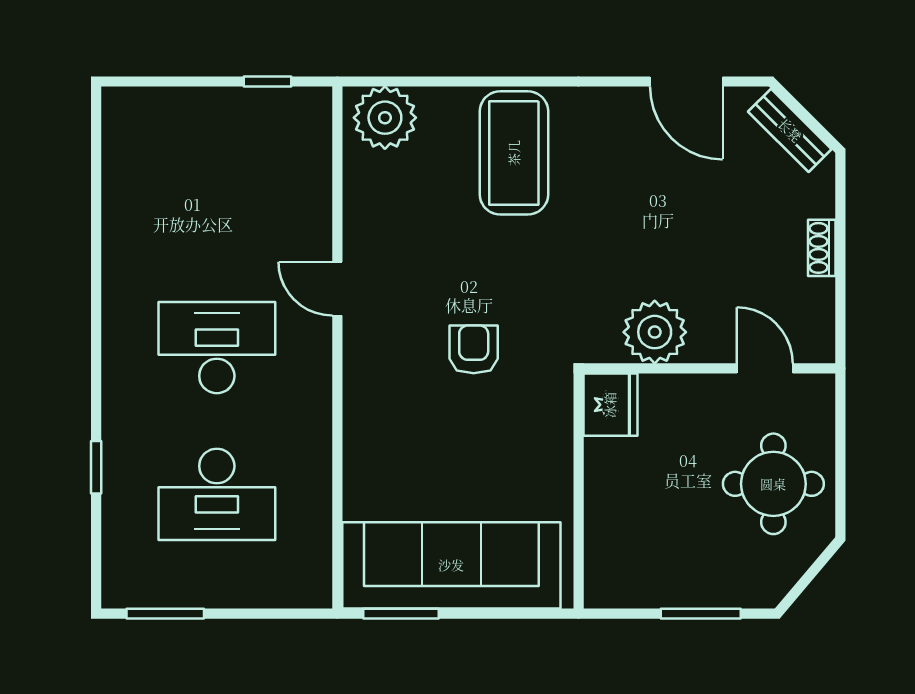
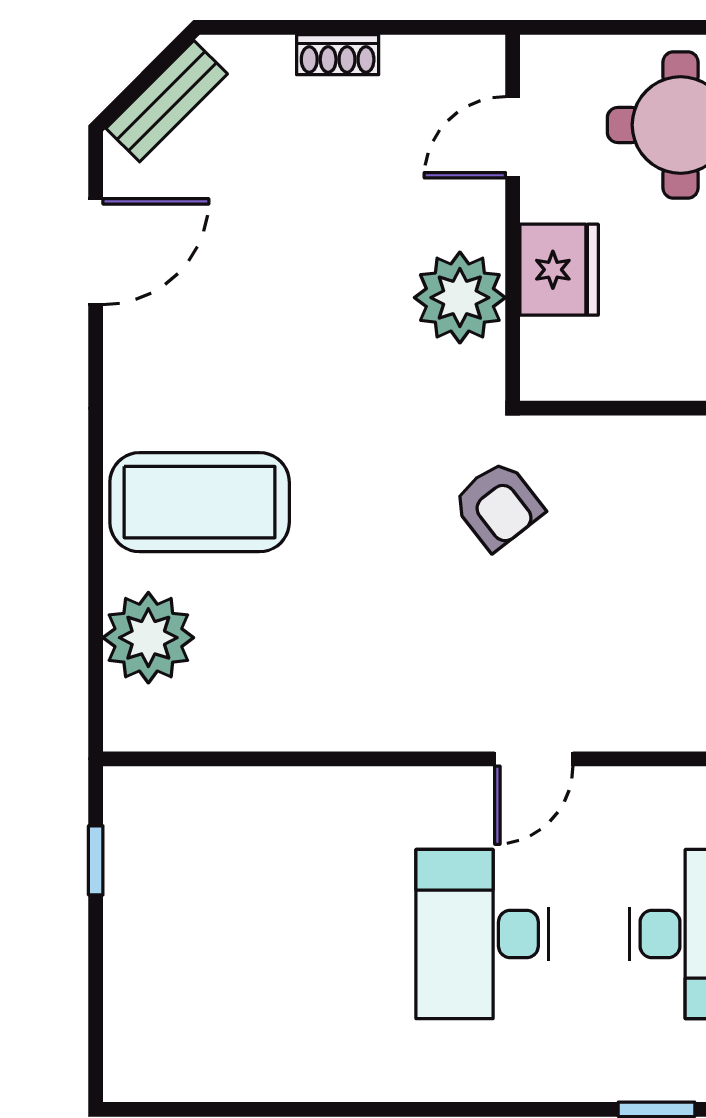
plant: (385, 118) -> (148, 638), moved
door: (337, 289) -> (534, 759), moved
armchair: (474, 349) -> (498, 505), moved, turned -128
fridge: (610, 405) -> (559, 270), moved, turned 90

